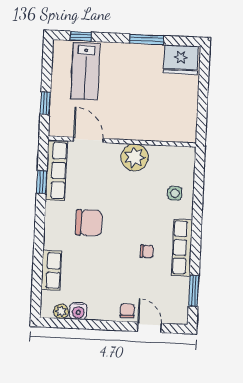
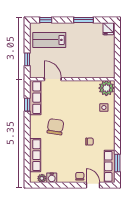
fridge: (181, 60) -> (108, 29), width x0.53, depth x0.75
lab bench: (85, 71) -> (49, 40), turned 90
plant: (135, 157) -> (106, 88), moved
chair: (89, 223) -> (55, 127), turned -81
row of seats: (182, 247) -> (110, 166), moved
row of seats: (51, 270) -> (35, 155), width x1.48

